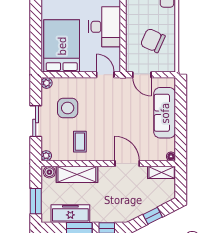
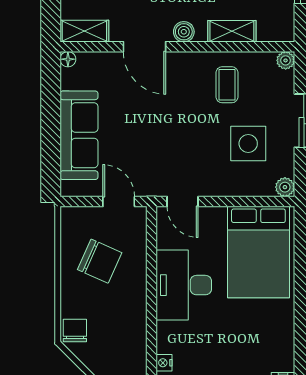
boiler: (49, 172) -> (184, 32), moved
shelving: (77, 174) -> (232, 31), width x0.67, depth x0.75

